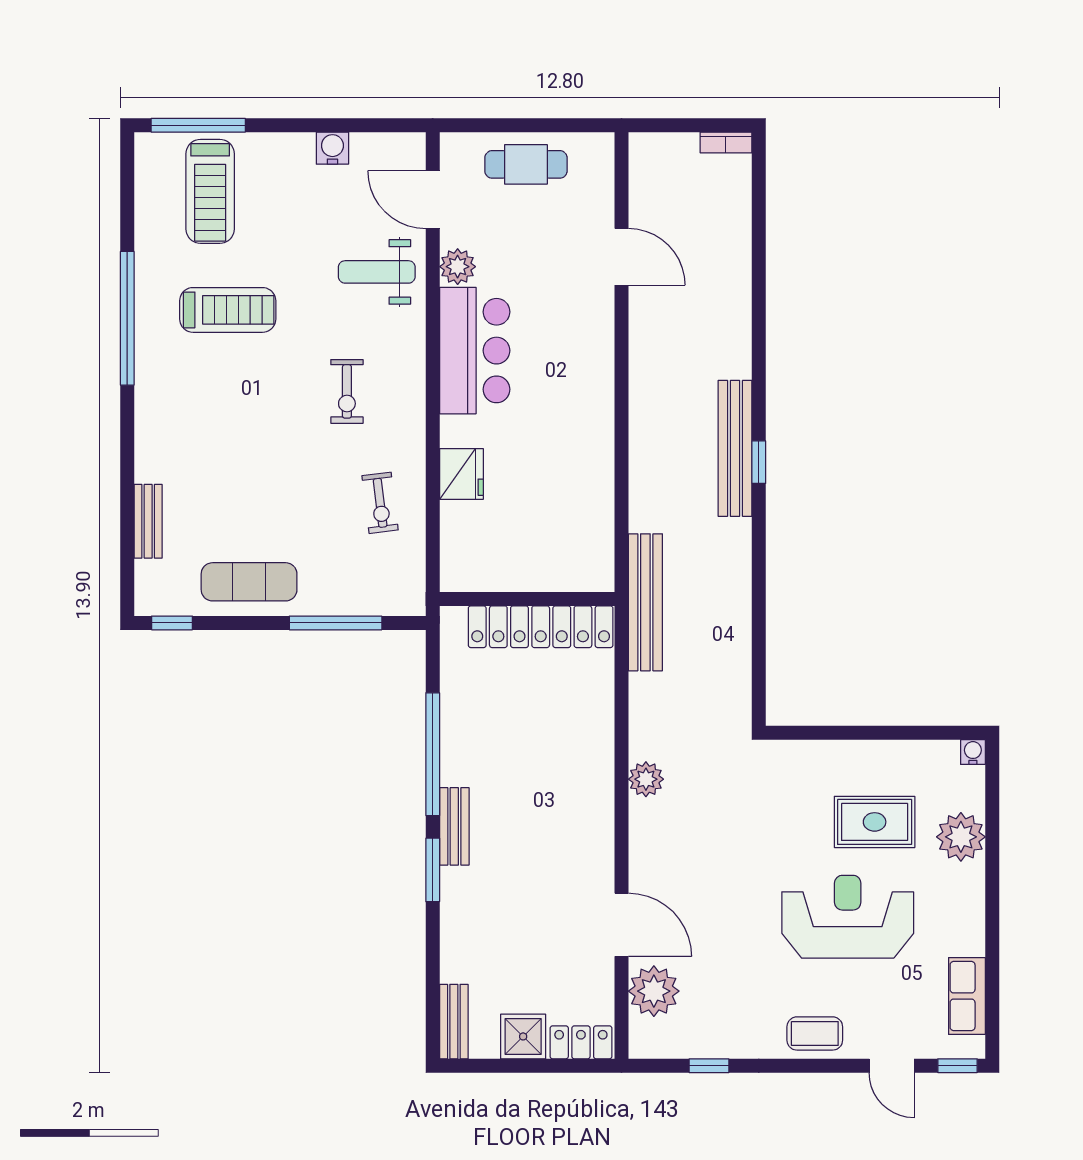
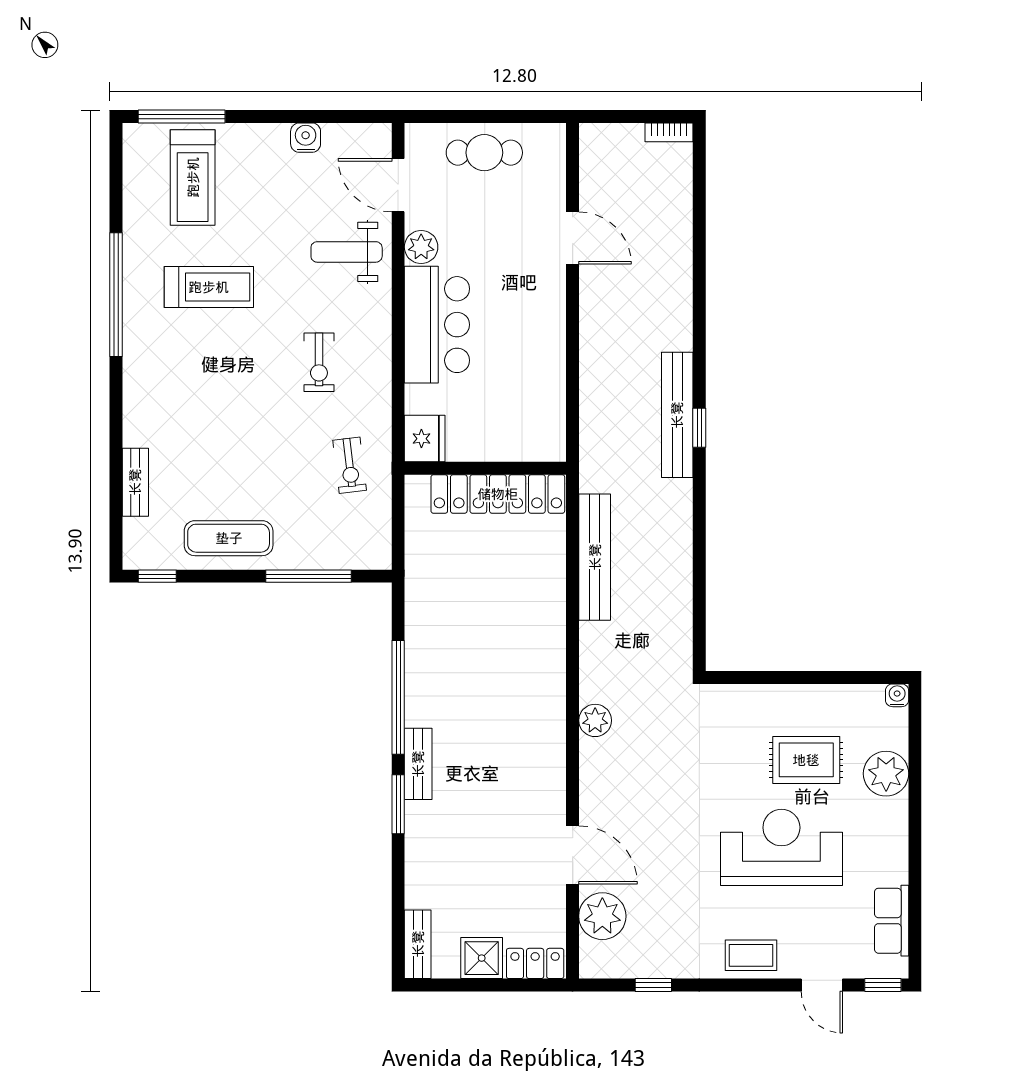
wall: (527, 599) -> (485, 468), moved
locker: (541, 627) -> (498, 494), moved

